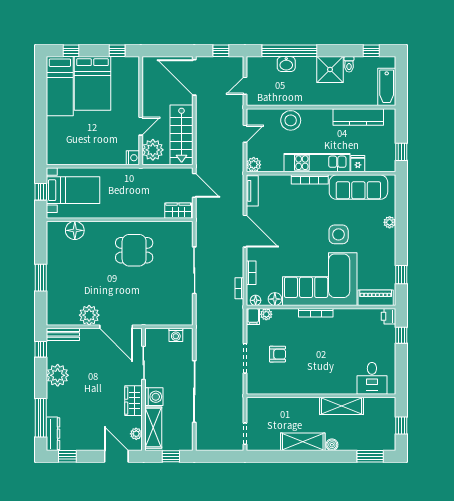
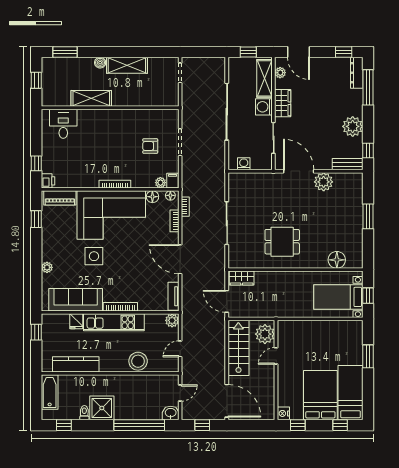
washbasin: (286, 64) -> (171, 413), moved
window: (41, 125) -> (368, 356), added
nightstand: (133, 158) -> (283, 413), moved

